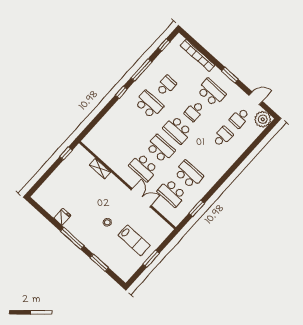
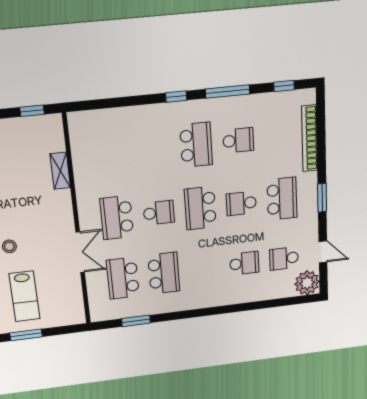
school desk: (160, 149) -> (159, 213), width x0.54

